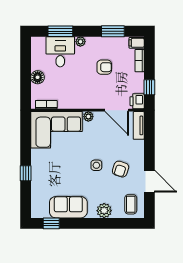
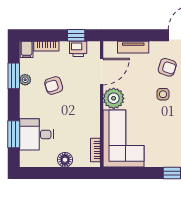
plant: (80, 42) -> (25, 80), moved
armchair: (104, 67) -> (54, 85), turned -108
printer: (137, 101) -> (78, 49), moved
plant: (88, 117) -> (114, 98), width x1.87, depth x1.87
tv unit: (139, 125) -> (133, 47), moved

